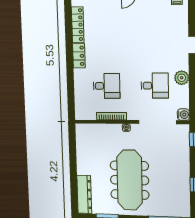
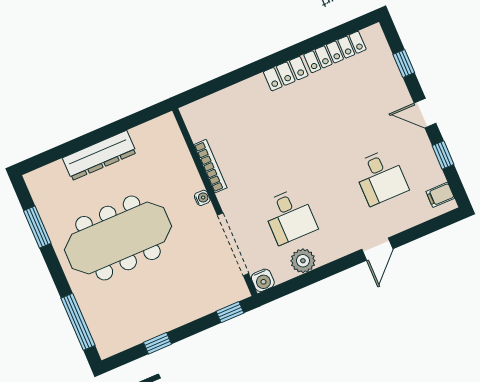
plant: (182, 78) -> (303, 261), moved
desk: (106, 86) -> (380, 177), moved
dresser: (84, 194) -> (99, 155), moved

